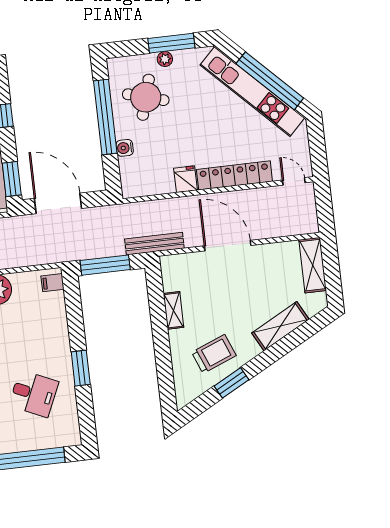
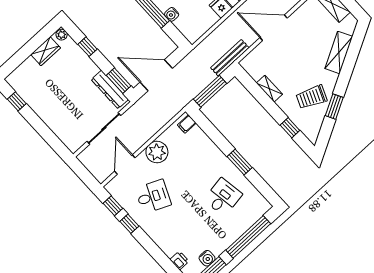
trolley: (214, 354) -> (312, 97), turned -135
window: (165, 371) -> (290, 128), added
desk: (34, 394) -> (223, 197), turned -33

